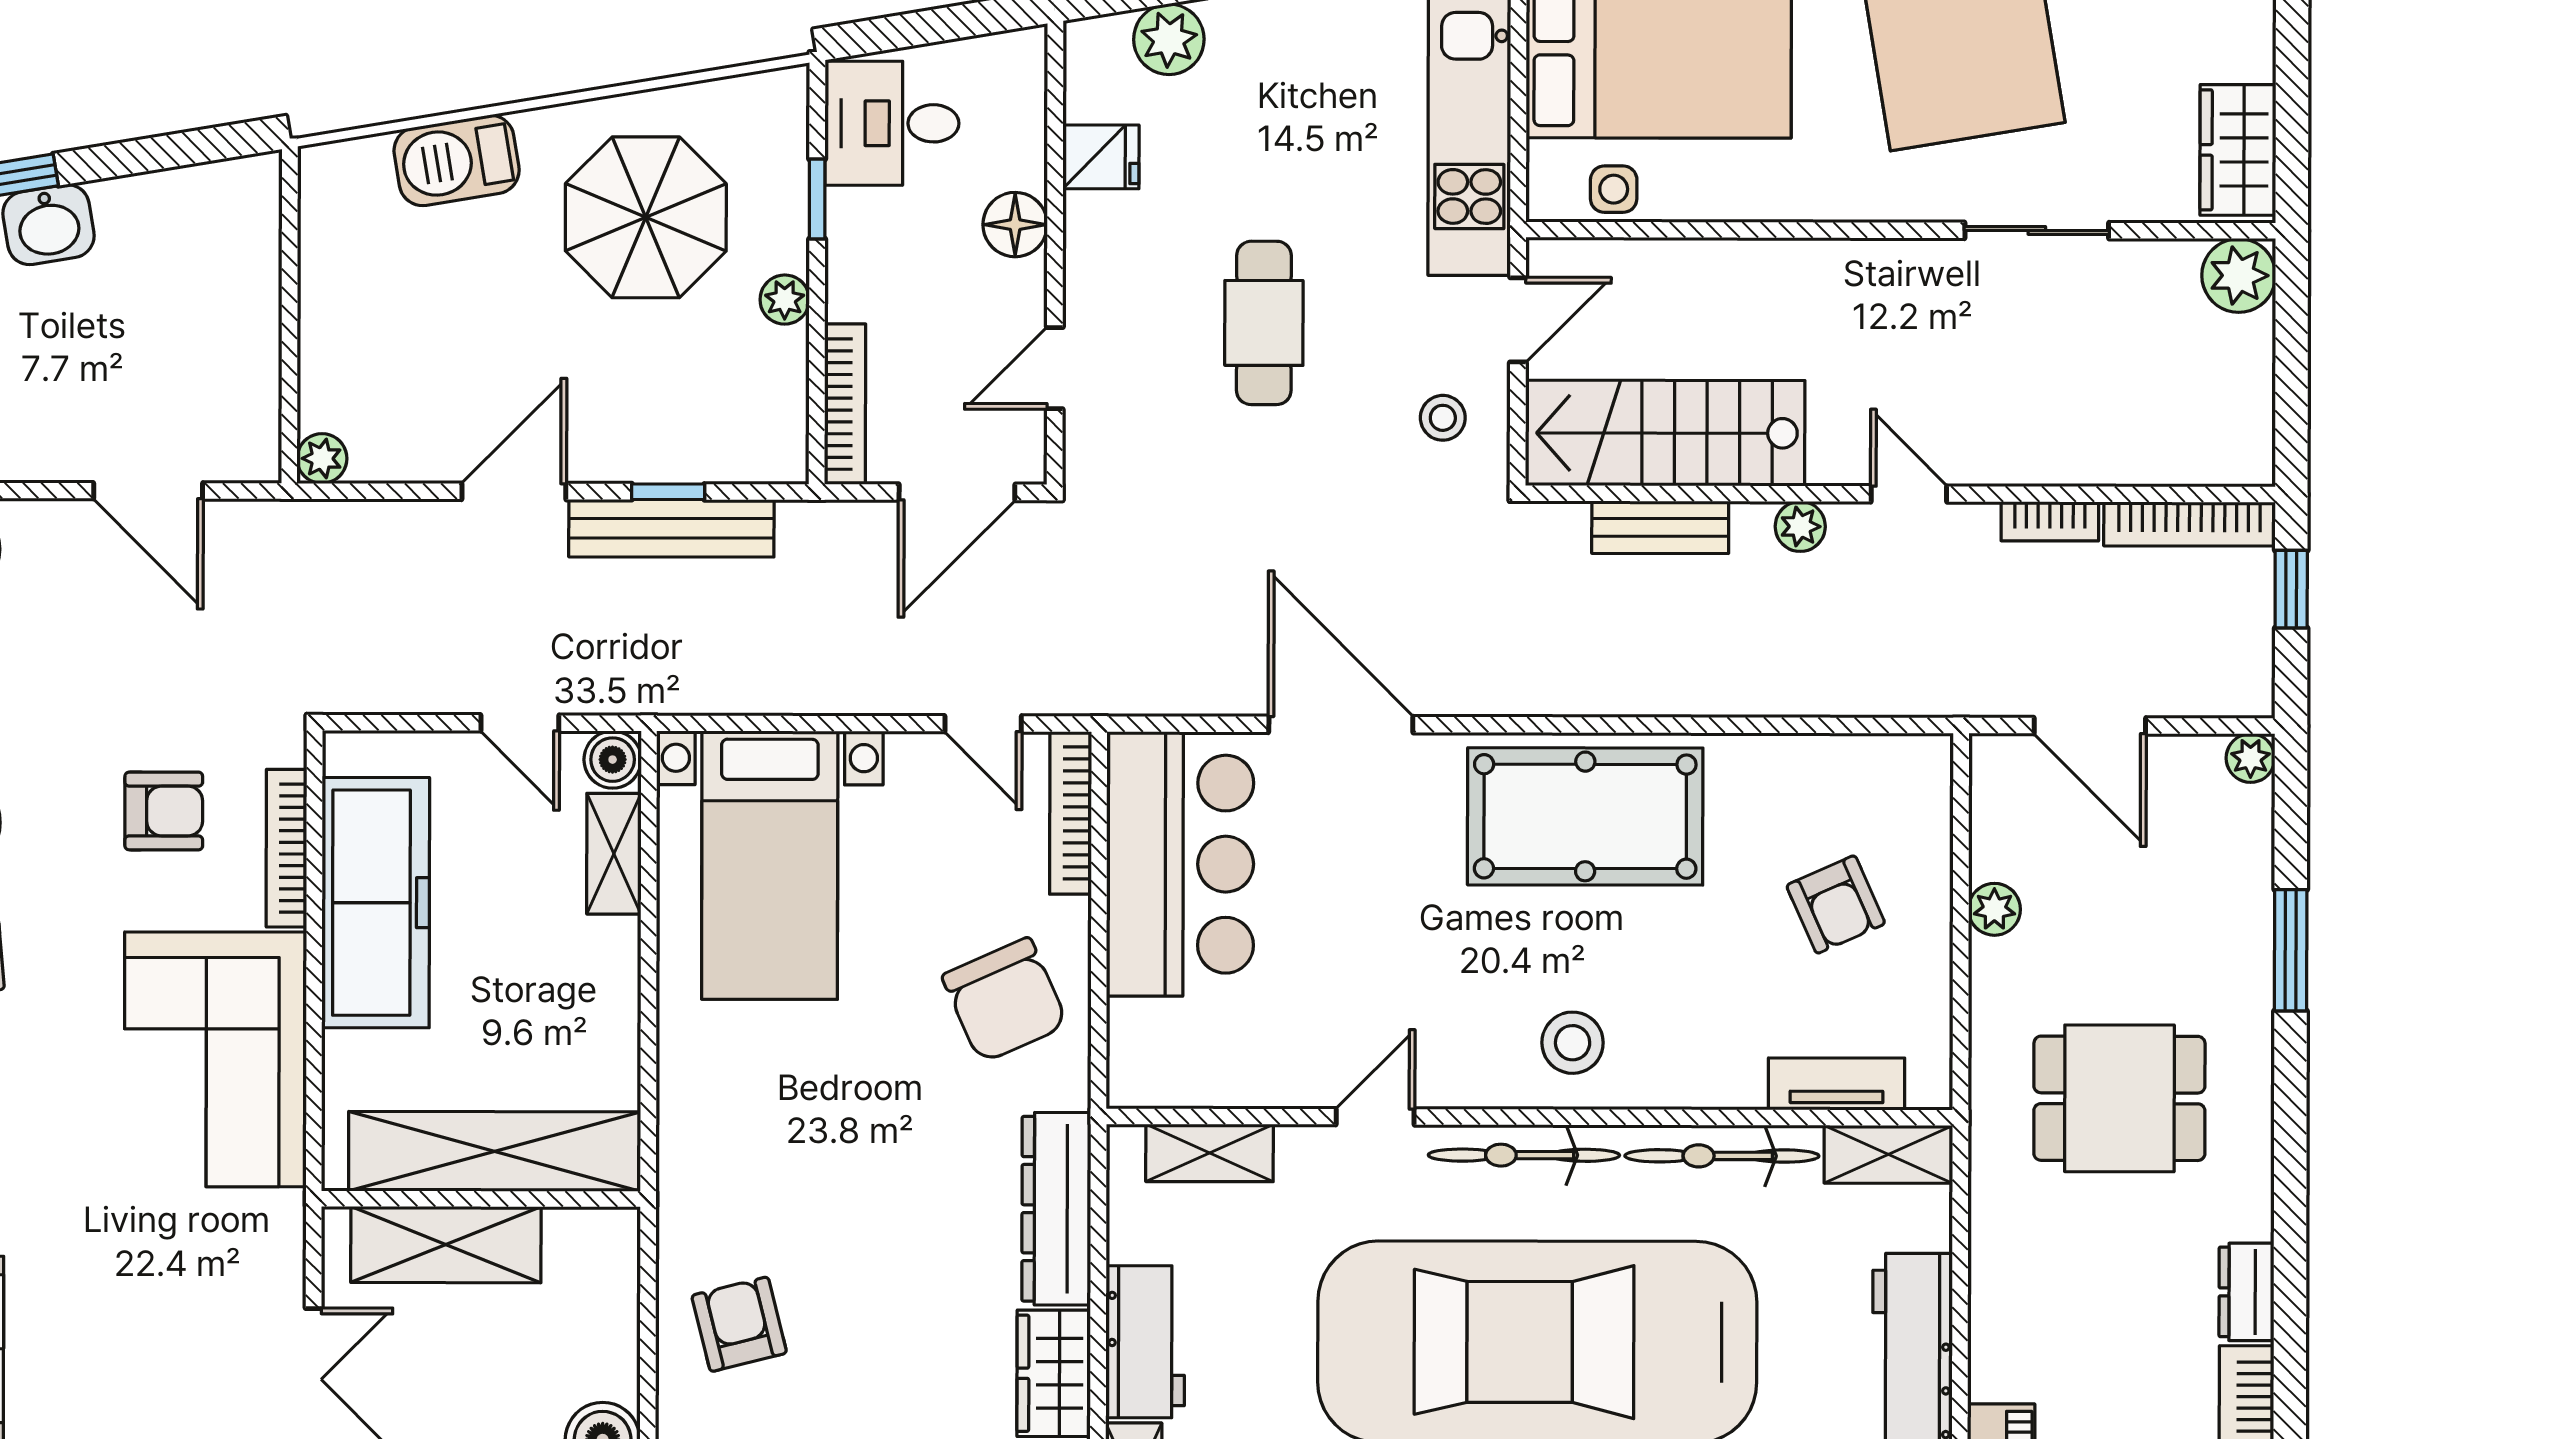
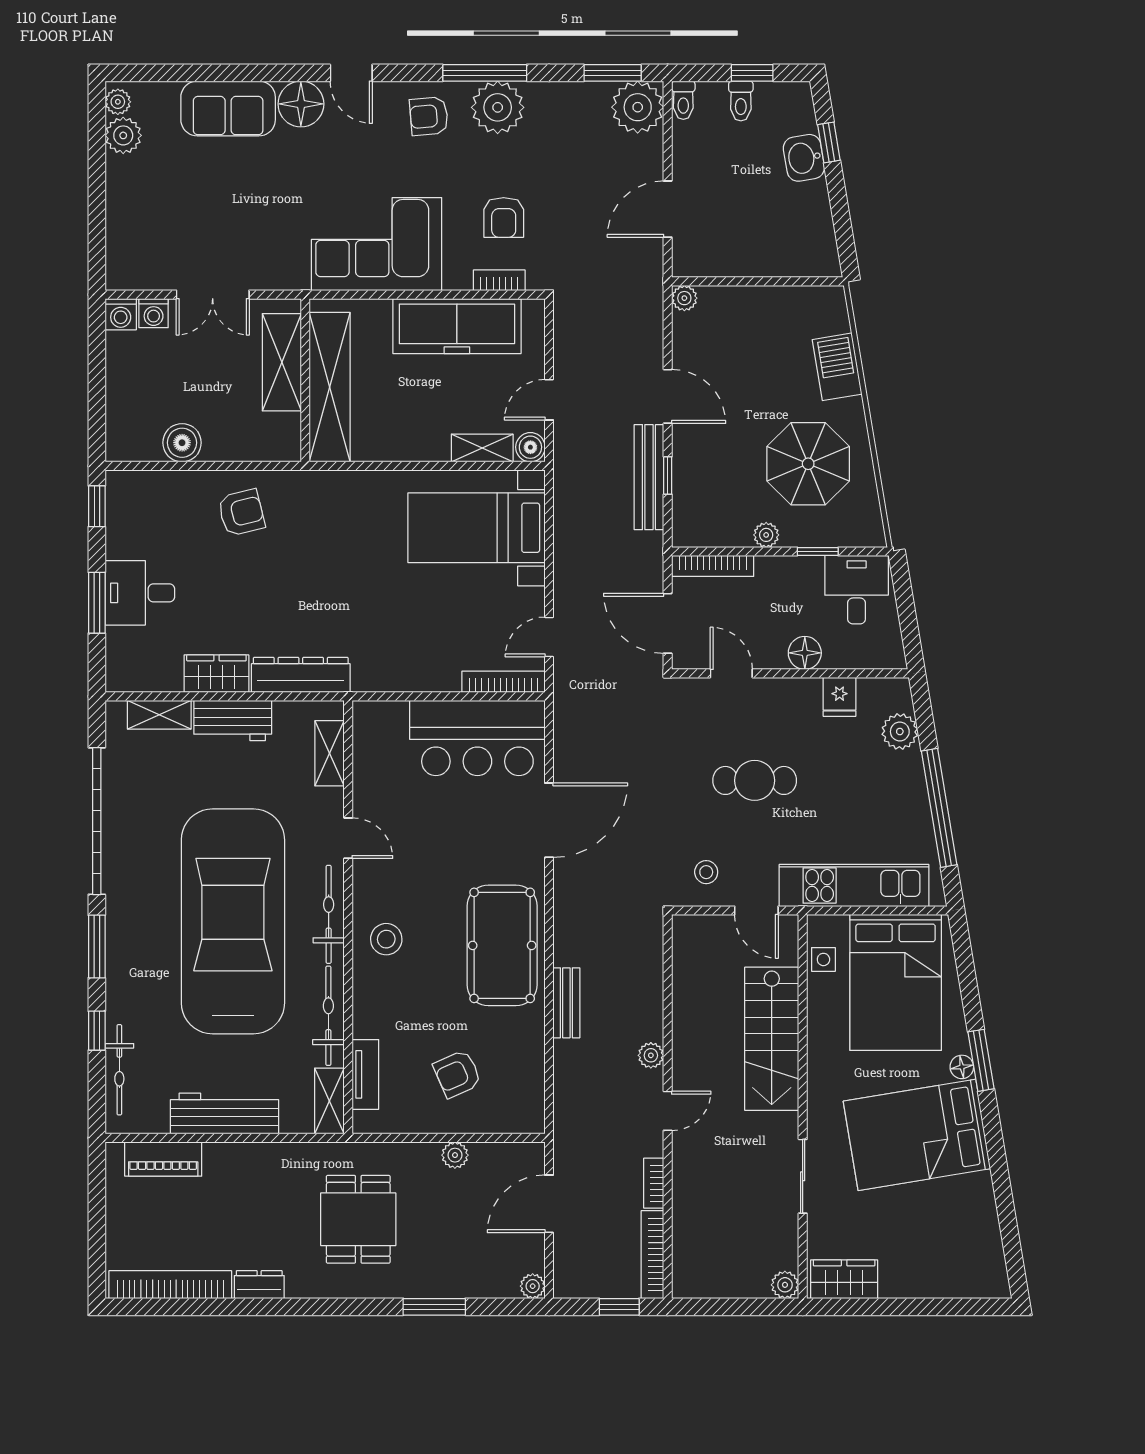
plant: (2239, 275) -> (785, 1285), width x0.73, depth x0.73
stairs: (1665, 433) -> (772, 1039), moved, turned 180
bench: (1660, 527) -> (566, 1003), moved
bookcase: (286, 848) -> (499, 280), width x0.64
chair: (1005, 1000) -> (408, 648), removed

